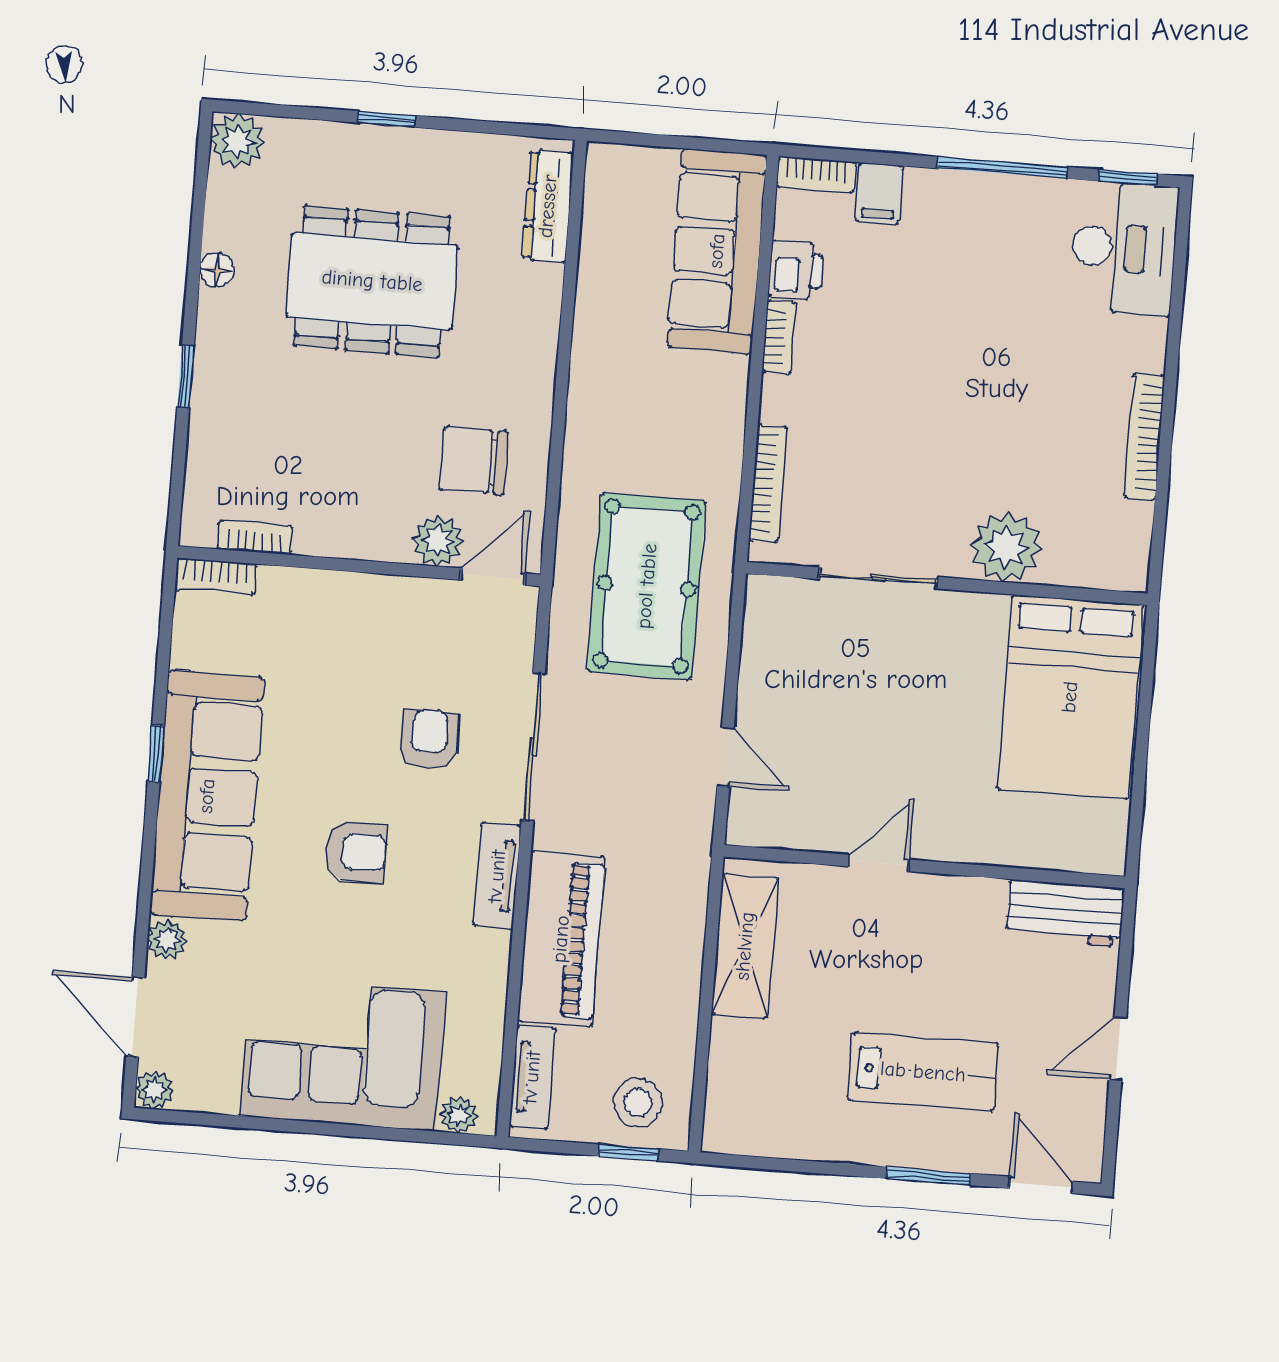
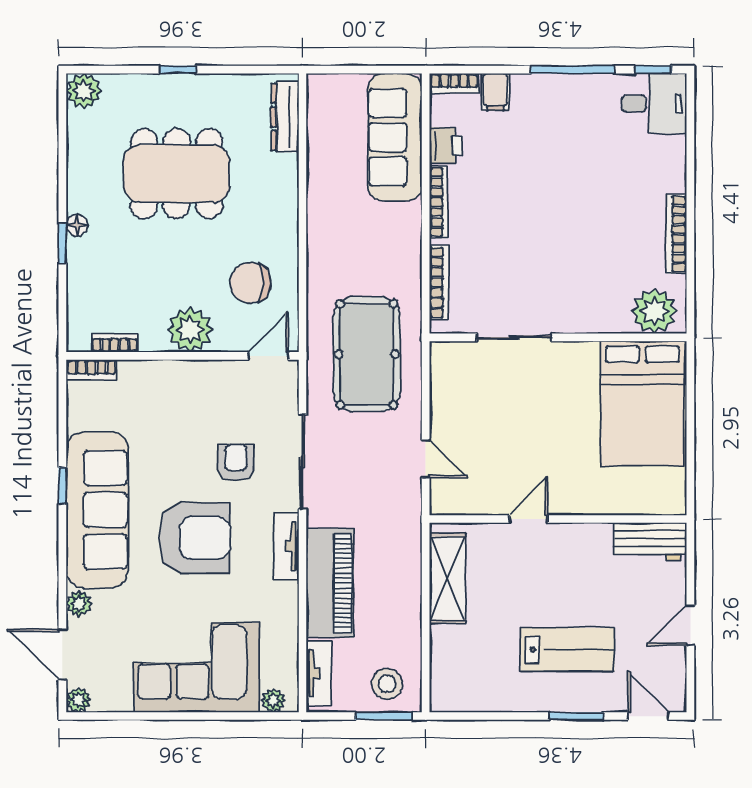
desk: (1124, 248) -> (654, 103), width x0.73
floor lamp: (217, 270) -> (77, 225), moved
bookcase: (779, 338) -> (439, 202), width x1.56
plant: (438, 541) -> (190, 330), moved, width x1.36, depth x1.36
plant: (1006, 547) -> (654, 311), moved
armchair: (356, 852) -> (195, 538), width x1.88, depth x1.88
window: (628, 1152) -> (383, 716), width x1.50

